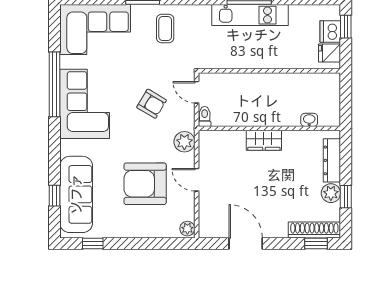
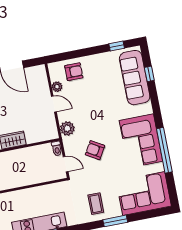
armchair: (145, 184) -> (74, 72), moved, width x0.53, depth x0.53
plant: (187, 229) -> (57, 87), moved

